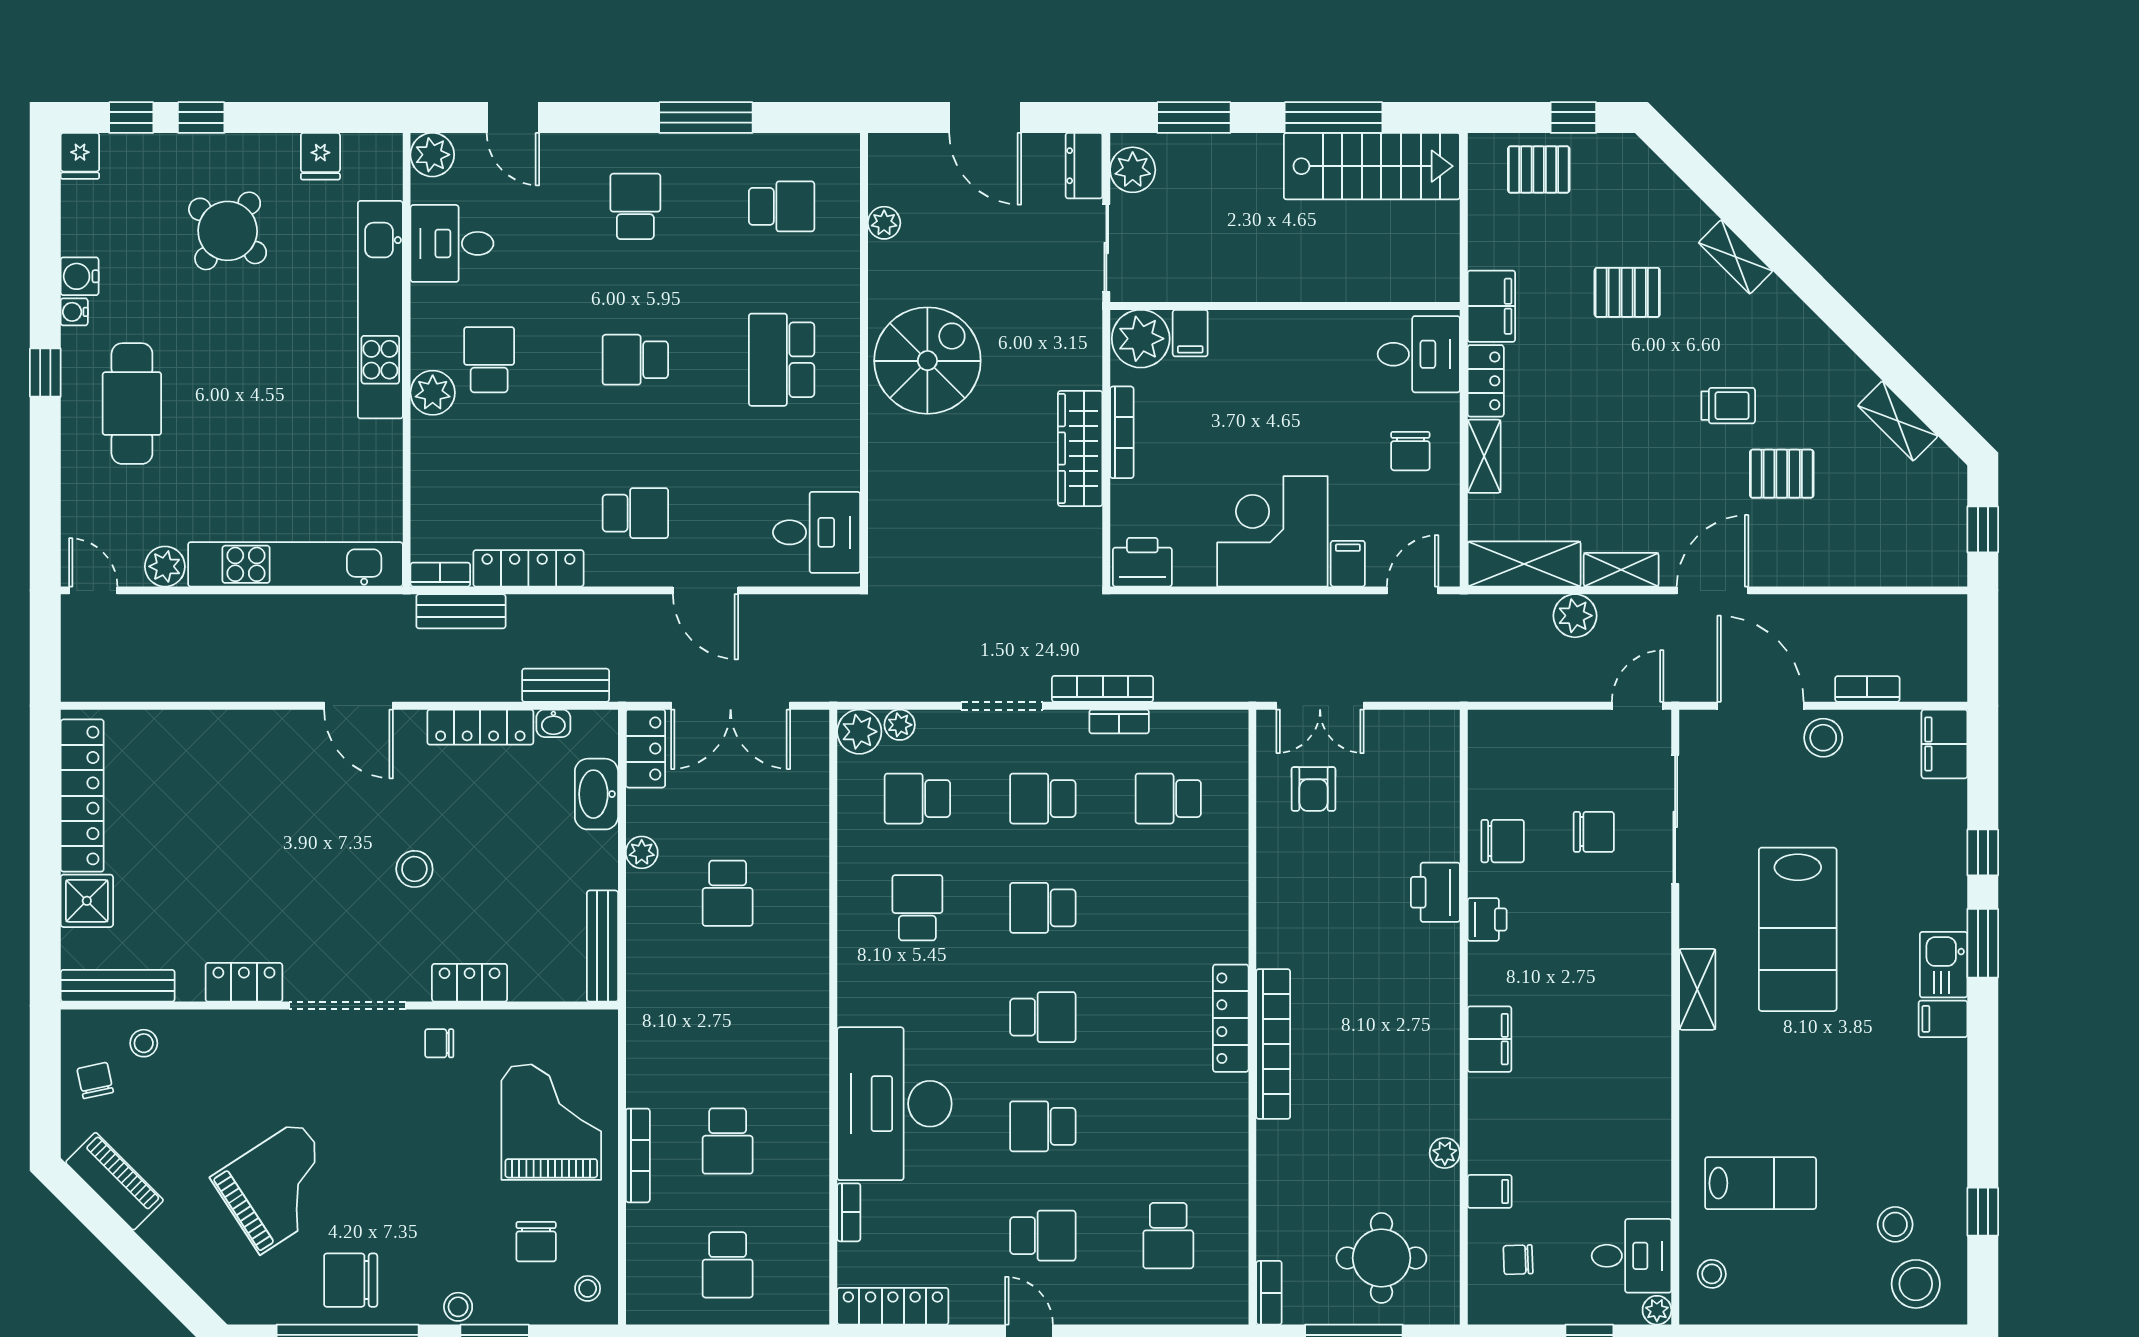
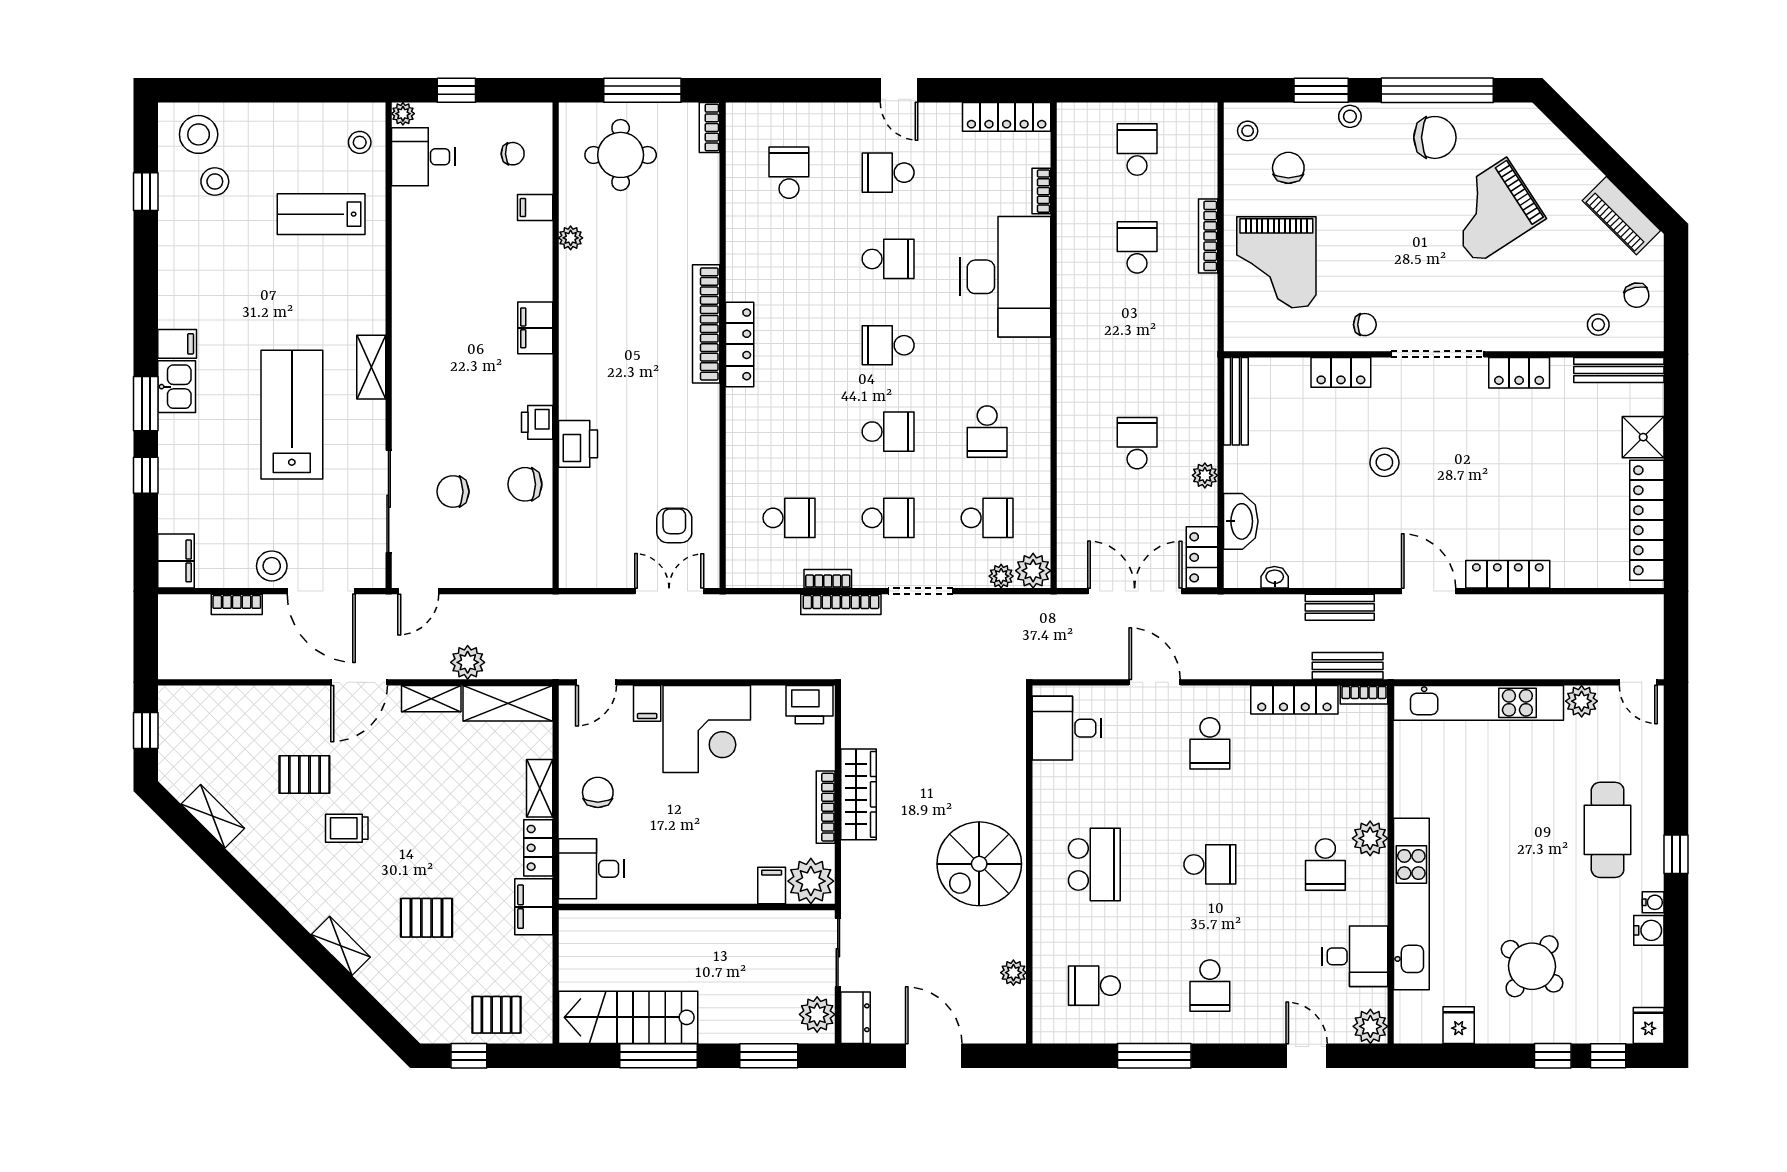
school desk: (635, 513) -> (1210, 743), turned -90
bench: (566, 685) -> (1340, 607), moved
locker: (480, 727) -> (1508, 574), moved

